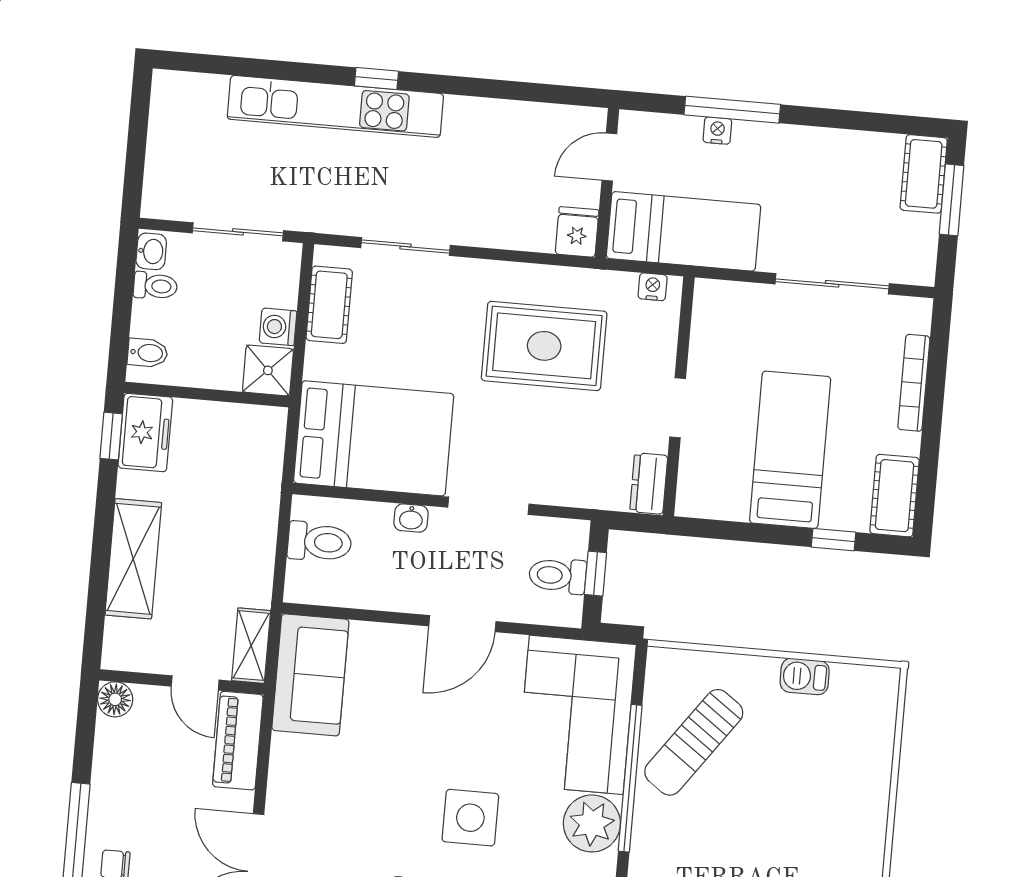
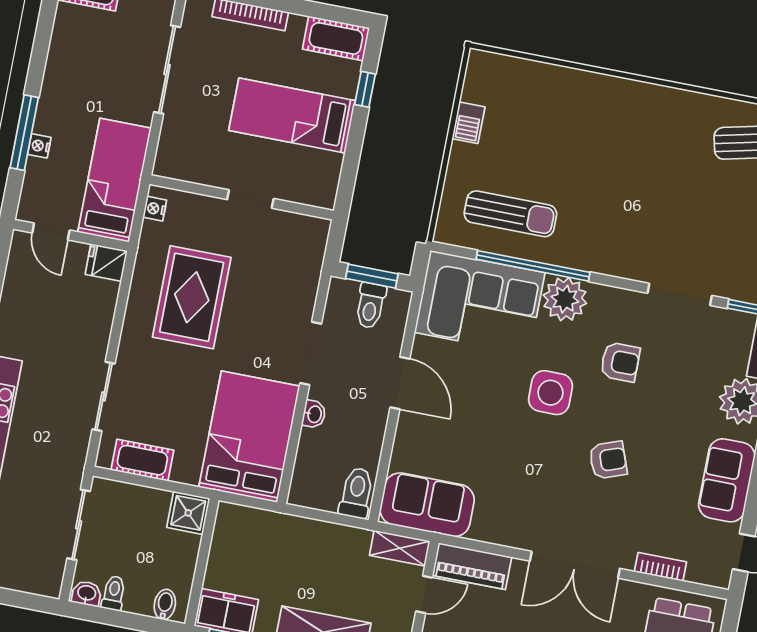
washing machine: (278, 327) -> (155, 502), removed
dresser: (649, 483) -> (307, 228), removed
toilet: (320, 542) -> (356, 493), moved
window: (595, 574) -> (372, 276), width x1.50
sun lounger: (694, 742) -> (510, 214), turned -36

